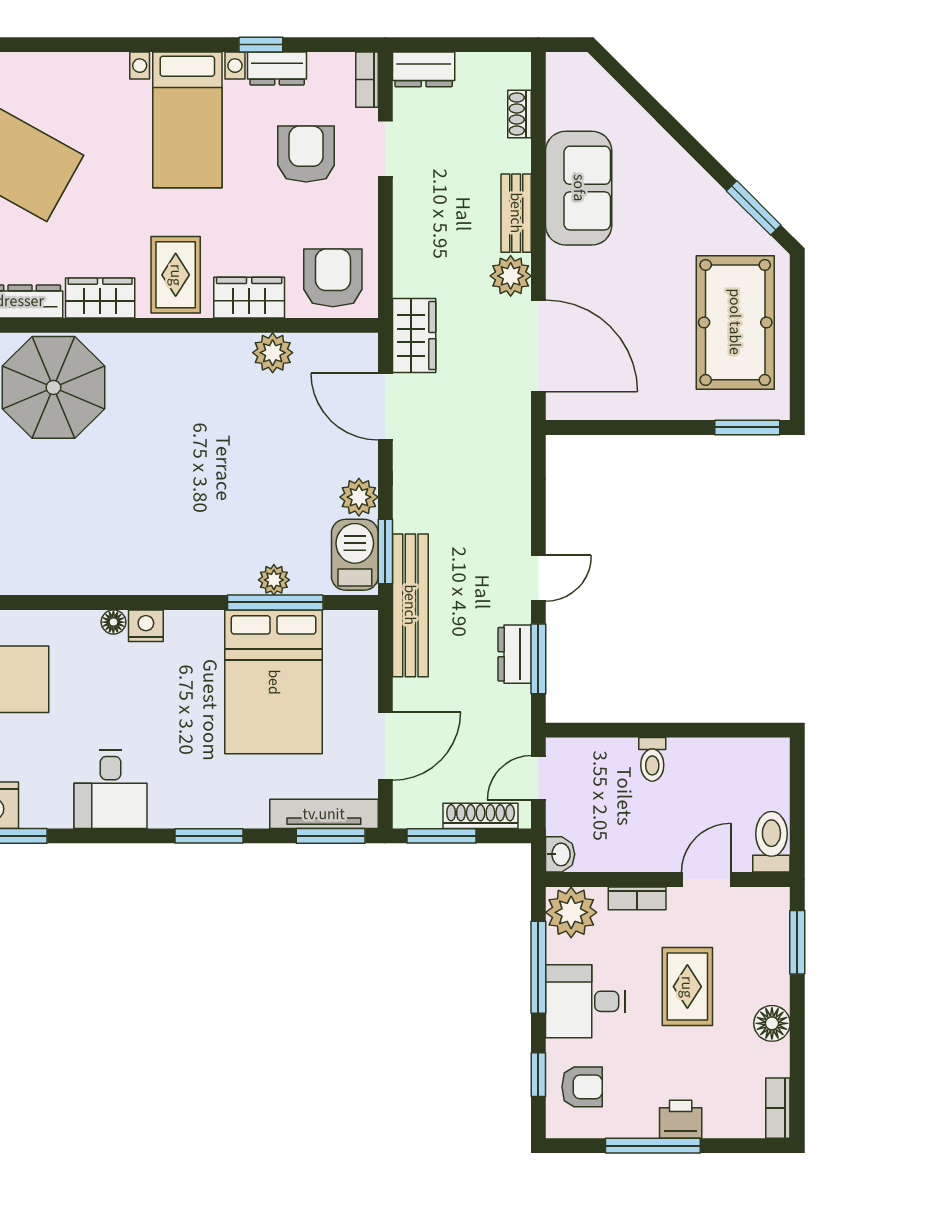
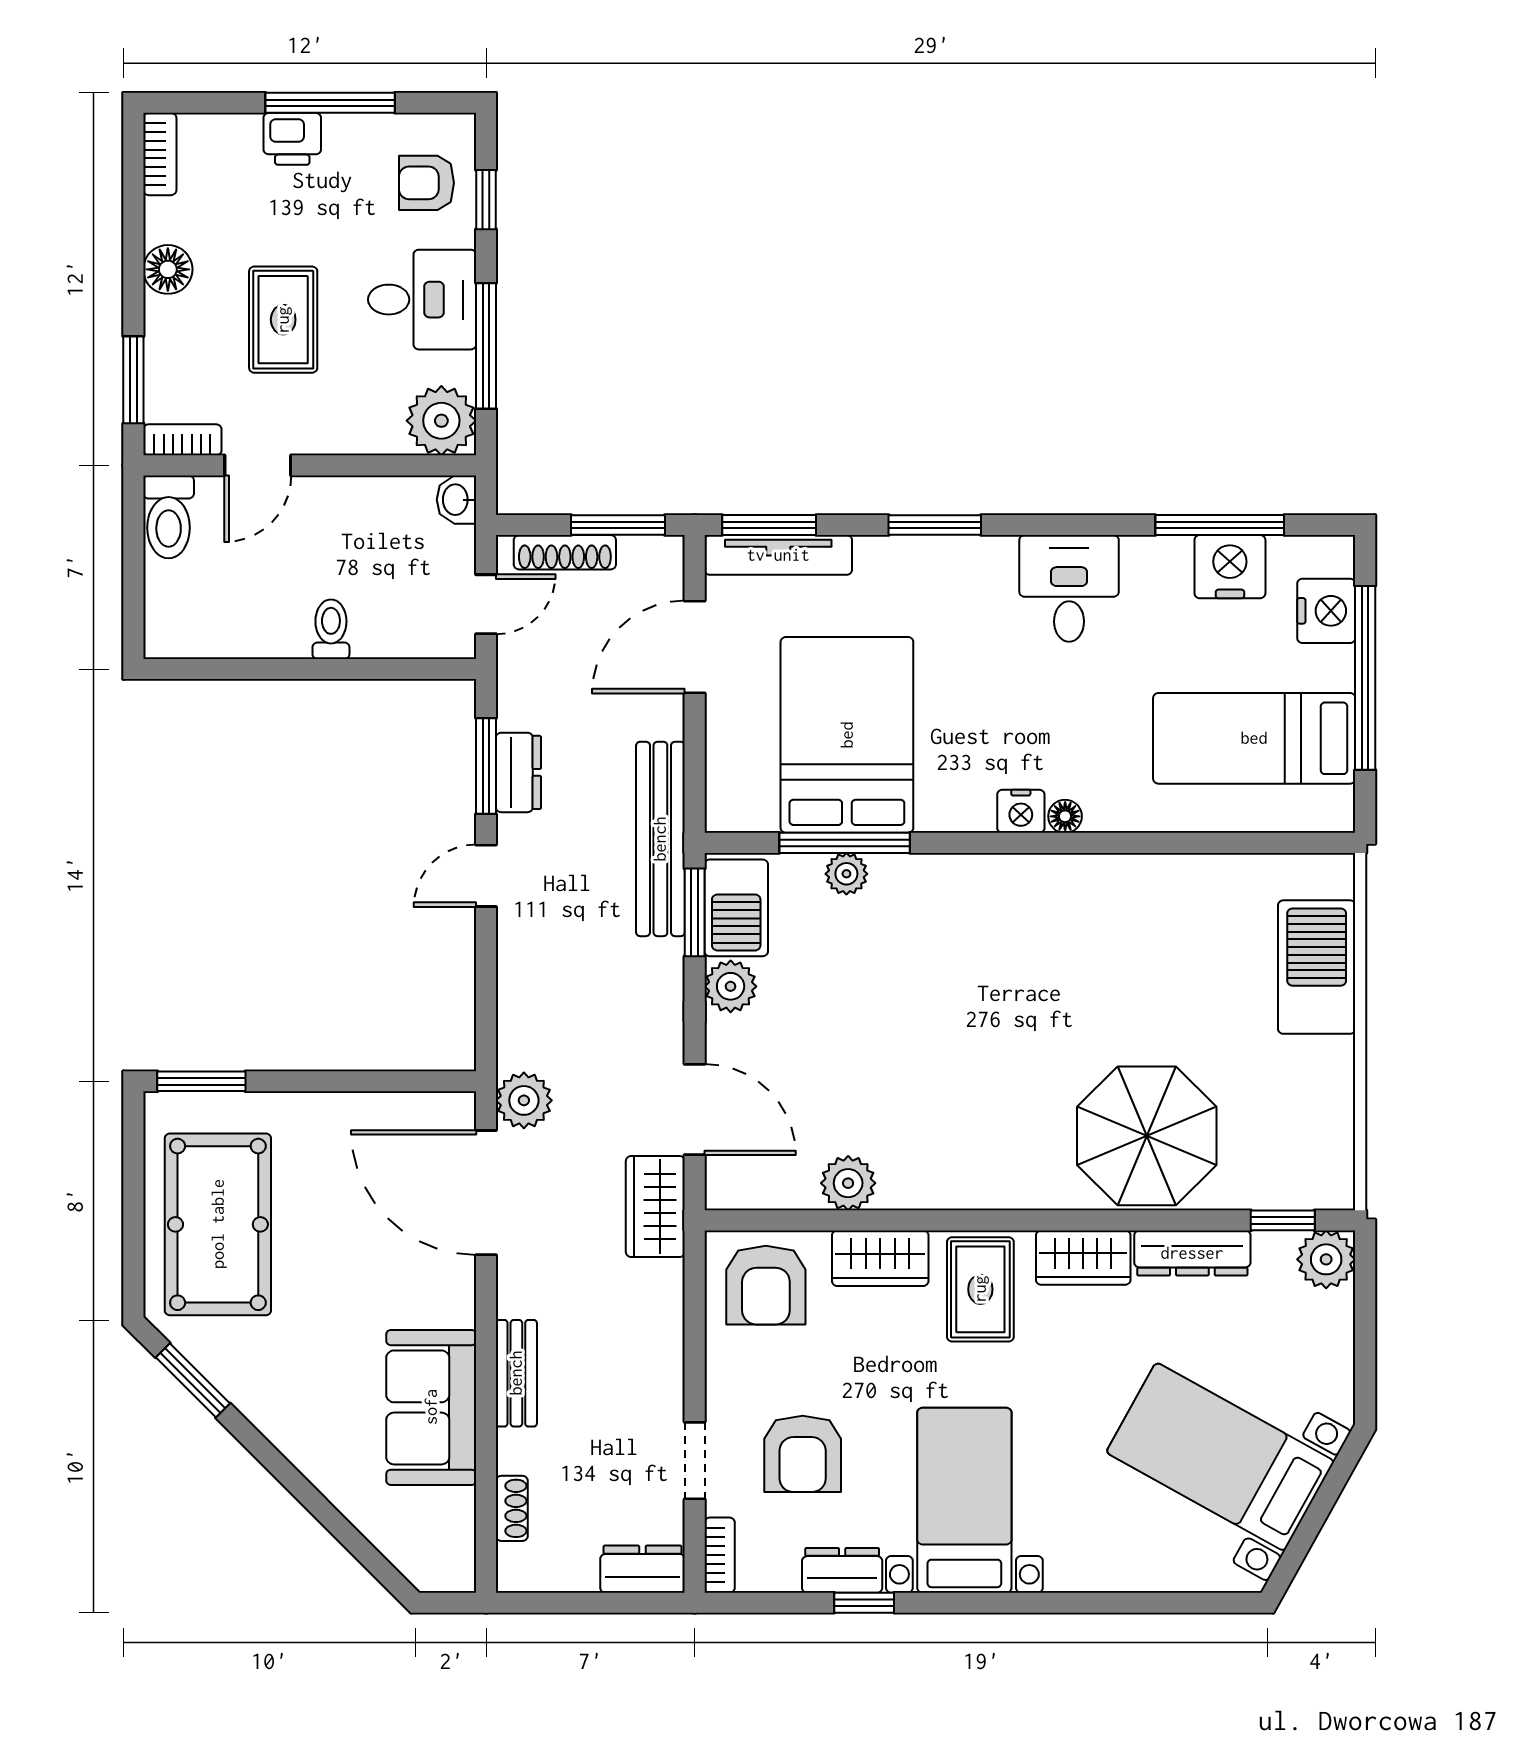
plant: (511, 276) -> (524, 1100), moved
bookcase: (637, 898) -> (182, 440), moved

